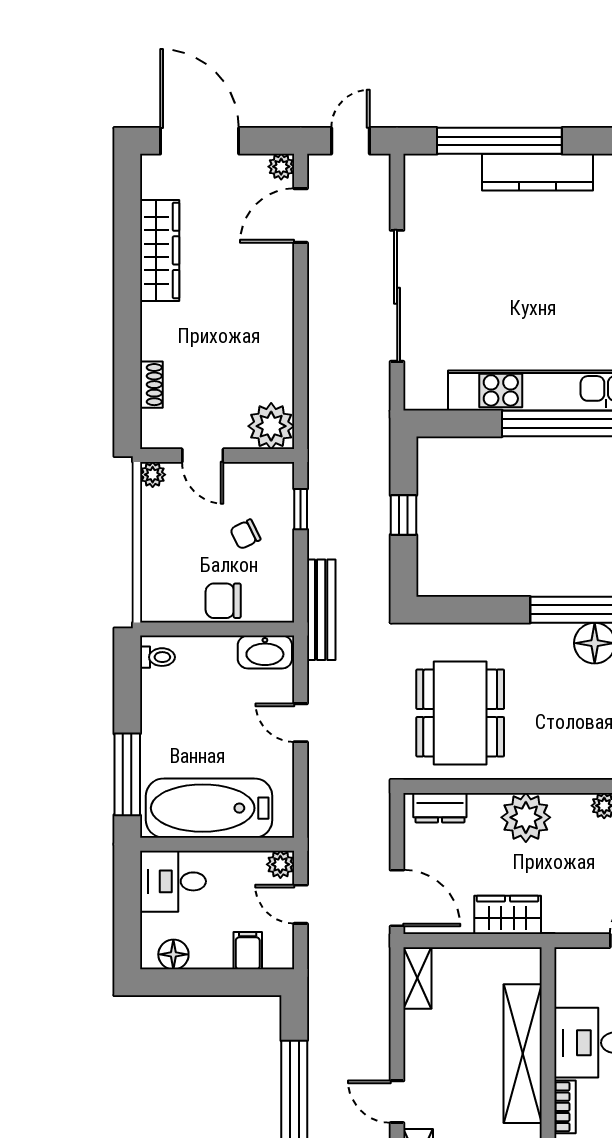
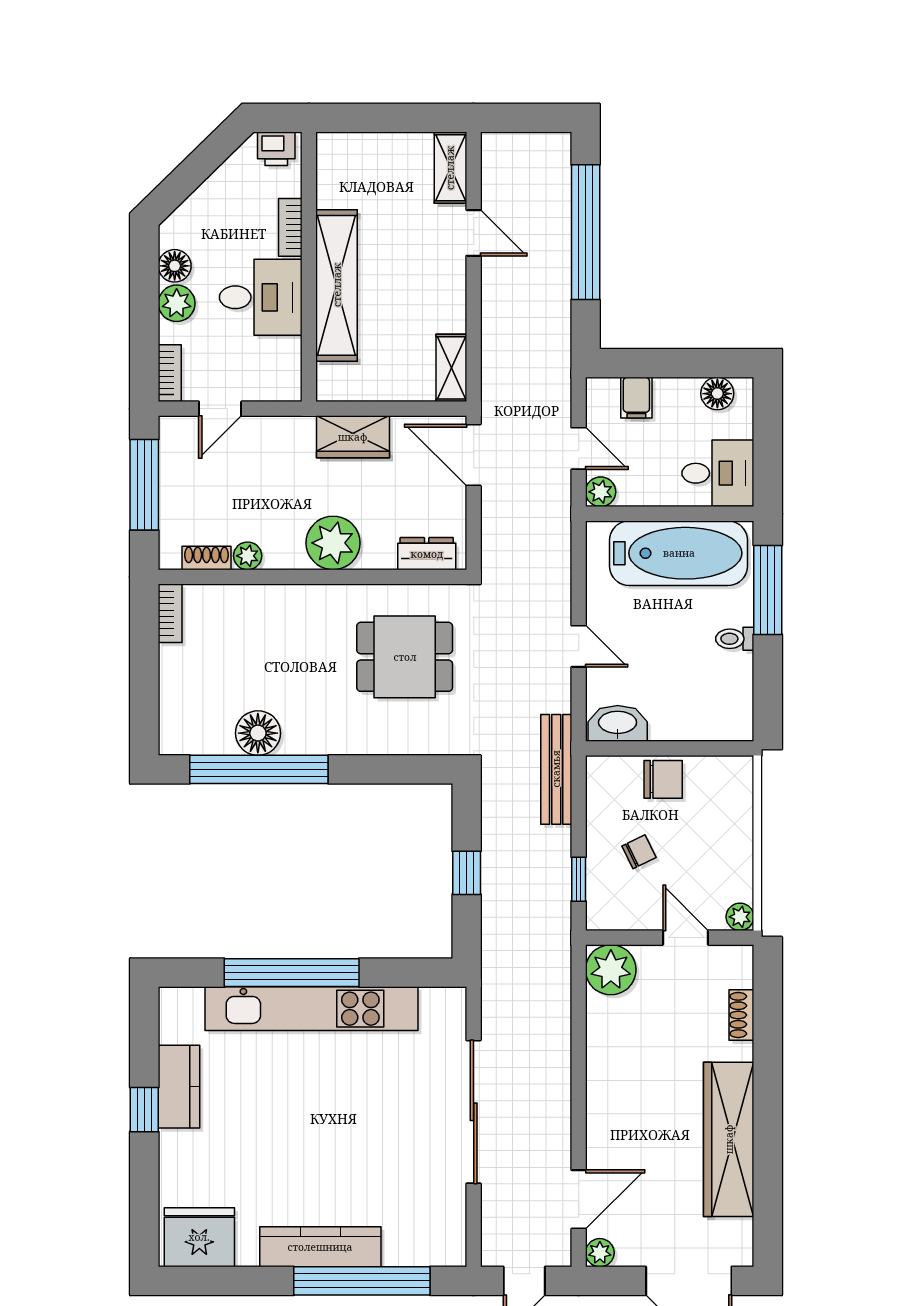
wardrobe: (160, 250) -> (729, 1139), width x1.40, depth x1.17
toilet: (157, 657) -> (735, 639), moved
dining table: (460, 713) -> (405, 657), width x0.73

